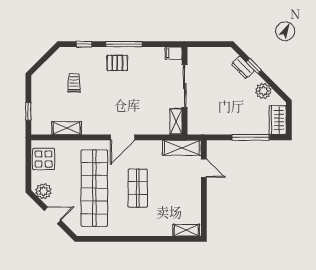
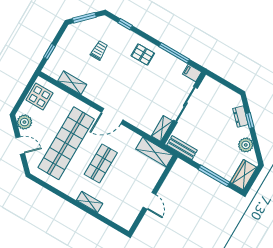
window: (124, 44) -> (174, 53), moved
window: (42, 60) -> (84, 18), added
bench: (205, 129) -> (182, 148), added
door: (204, 168) -> (149, 201), moved
shelving: (186, 230) -> (90, 202), moved

